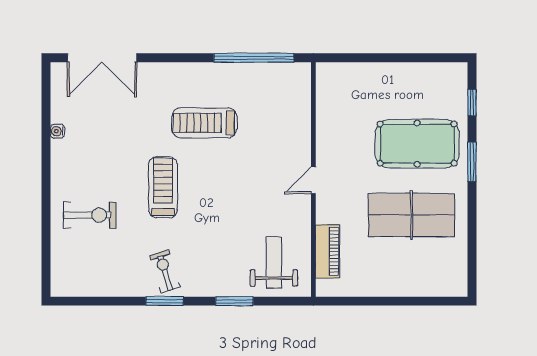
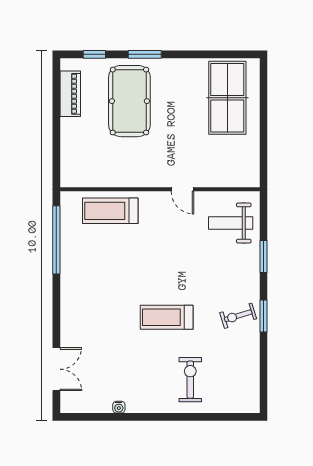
double door: (102, 58) -> (56, 369), width x0.73
treadmill: (204, 123) -> (110, 211), moved, turned 90
door: (313, 180) -> (182, 189), moved
table tennis table: (411, 215) -> (227, 98), moved
piano: (327, 251) -> (70, 94), moved, turned 90

